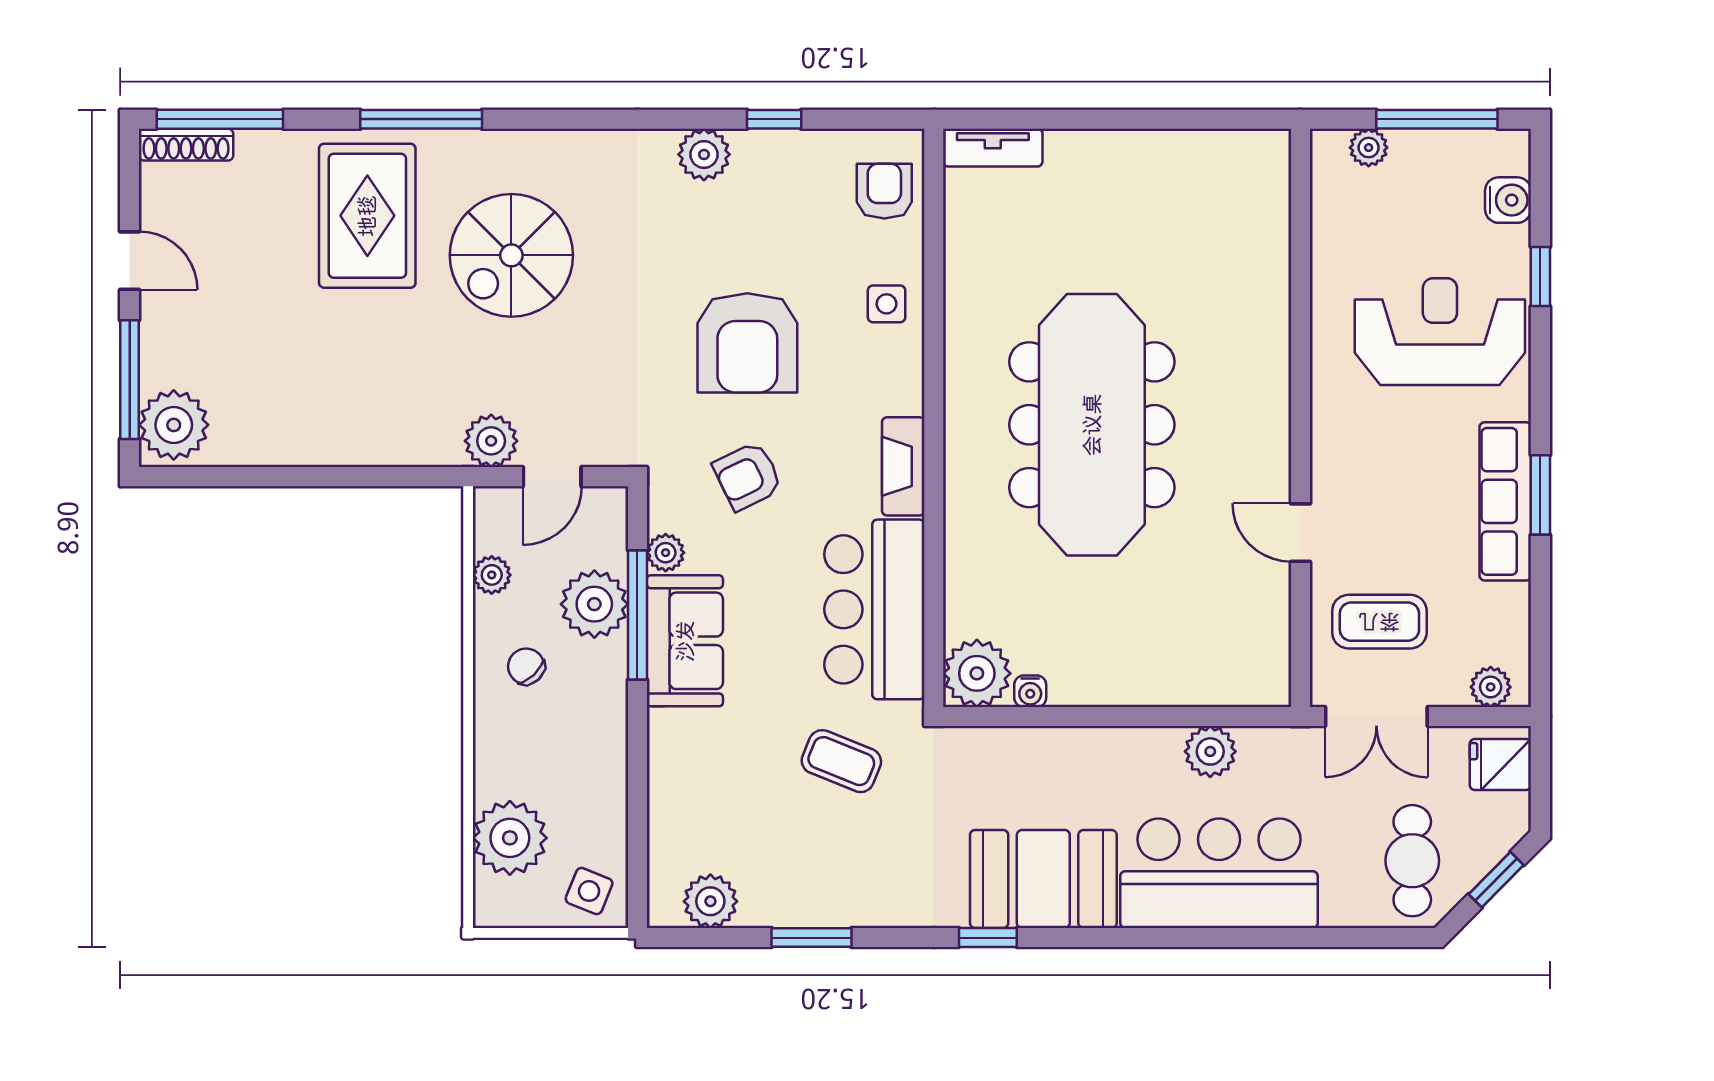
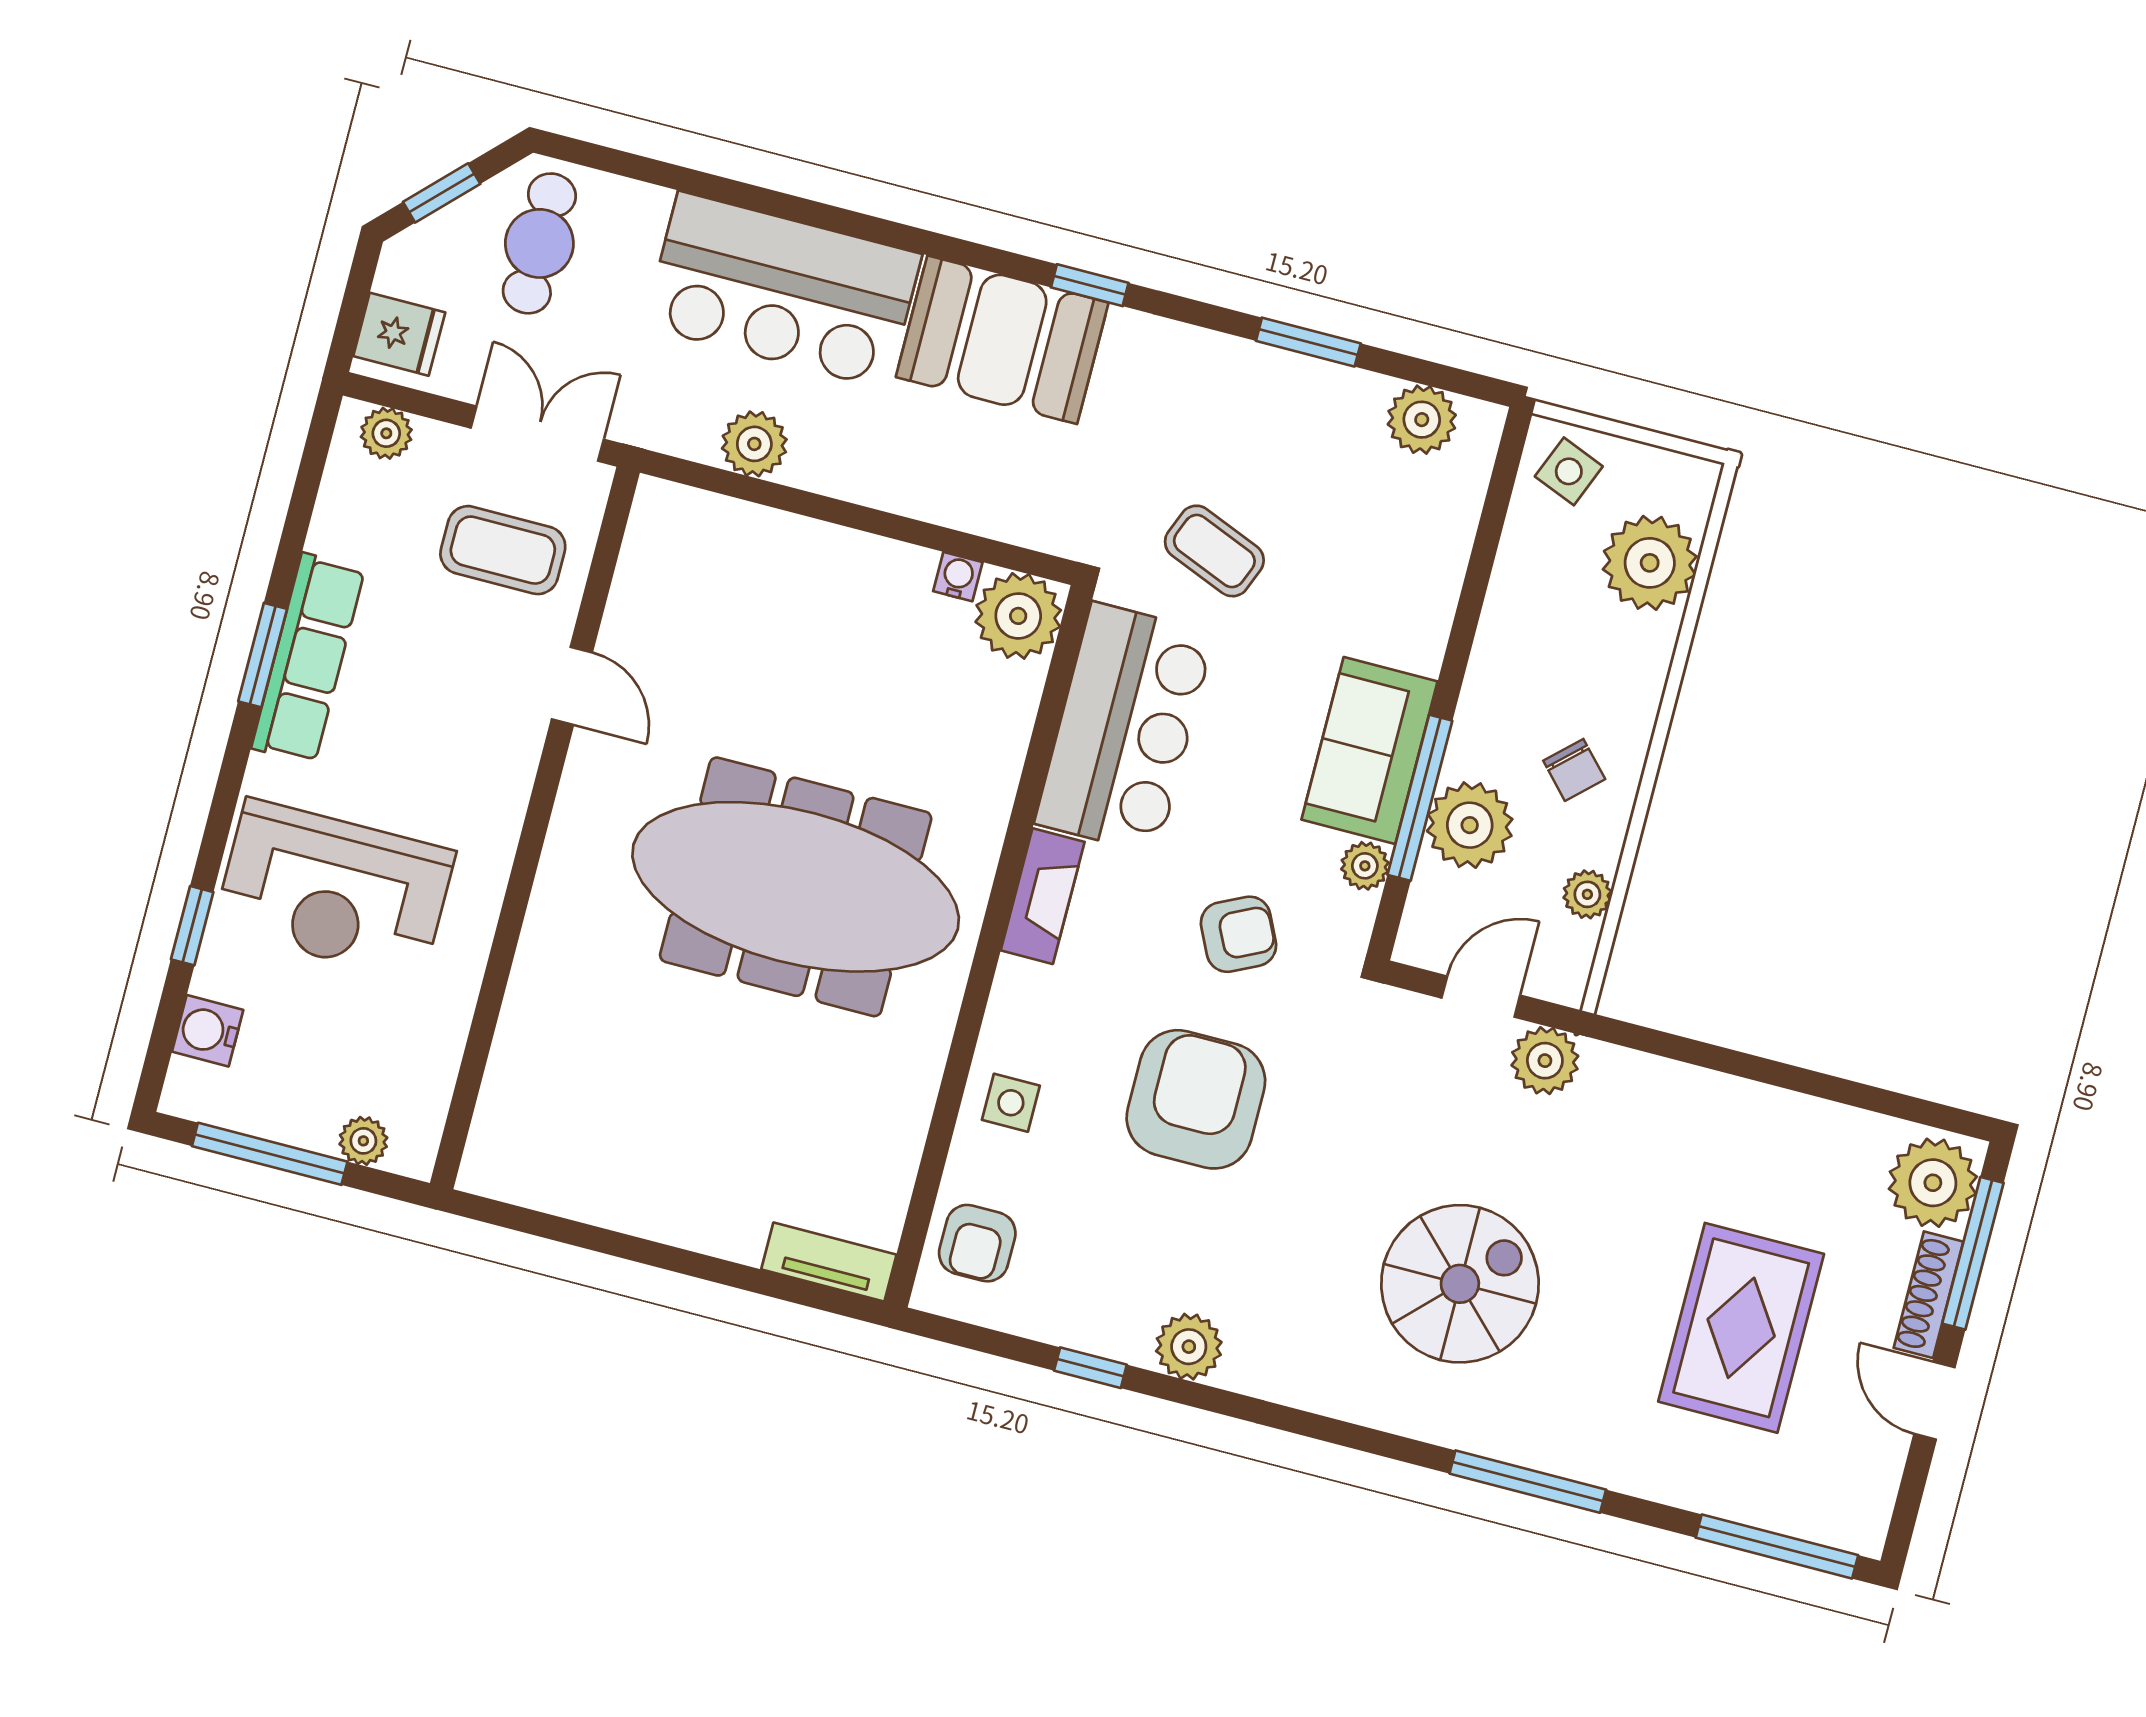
shoe rack: (186, 145) -> (1929, 1295), moved, turned -90
rug: (367, 216) -> (1741, 1328), moved
meeting table: (1092, 425) -> (796, 887), turned 90

